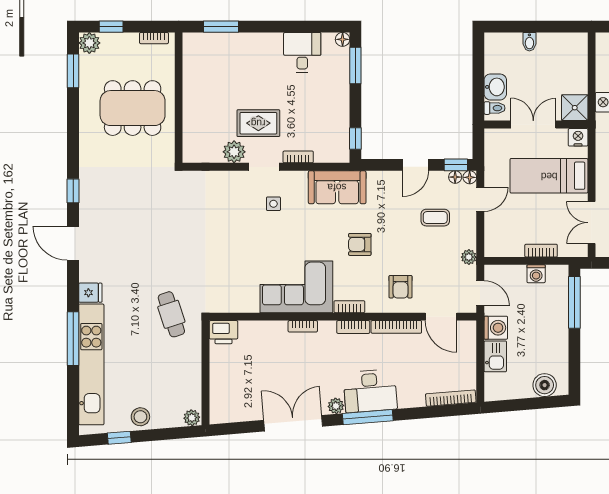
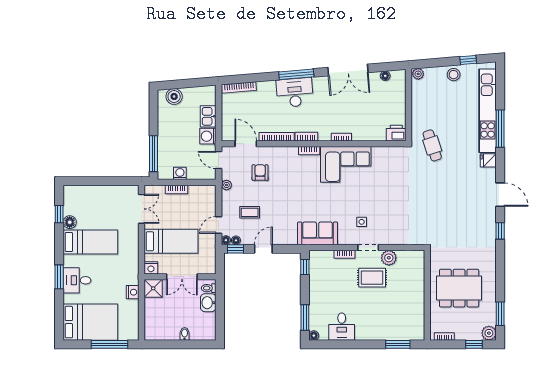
armchair: (360, 244) -> (302, 194), removed
armchair: (400, 287) -> (260, 173), moved
plant: (336, 406) -> (318, 82), removed
floor lamp: (239, 415) -> (385, 76), added

